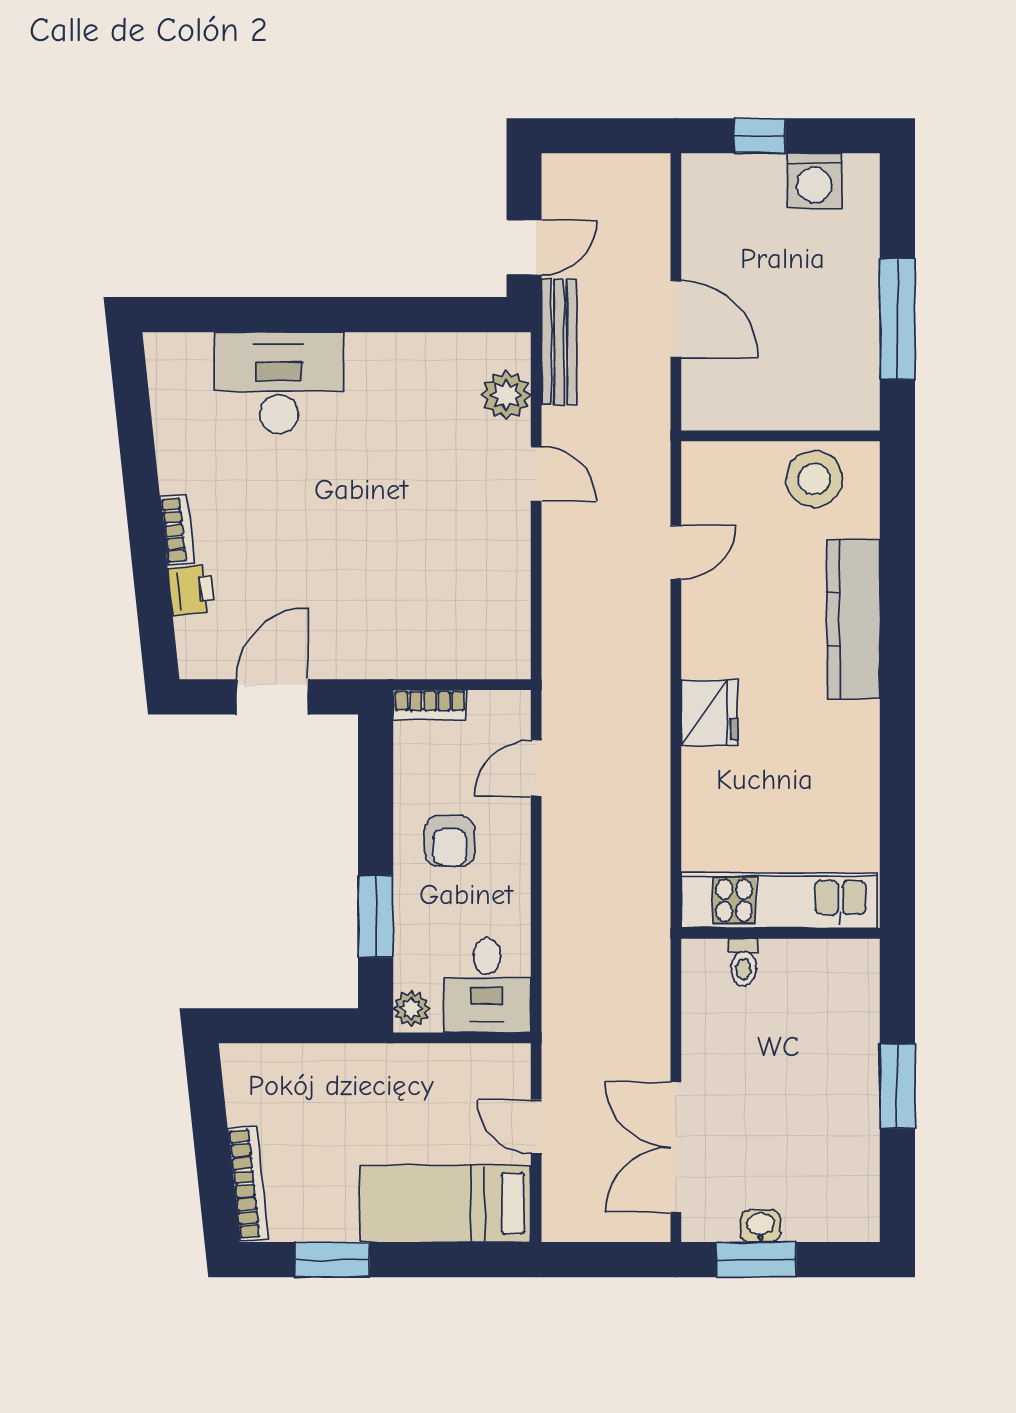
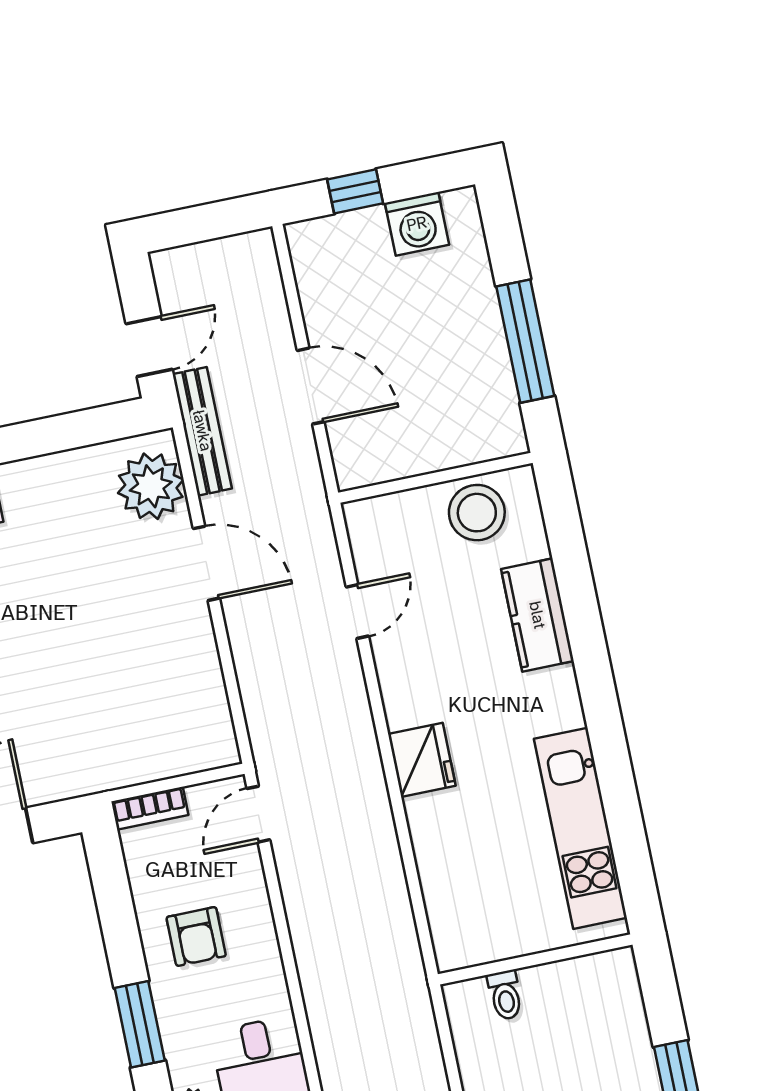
plant: (506, 395) -> (151, 486), width x1.36, depth x1.36
door: (536, 474) -> (206, 563), width x1.37
kitchen counter: (853, 619) -> (537, 615), width x0.67
door: (536, 768) -> (258, 814), moved
kitchen unit: (779, 900) -> (580, 828), moved, turned -90

